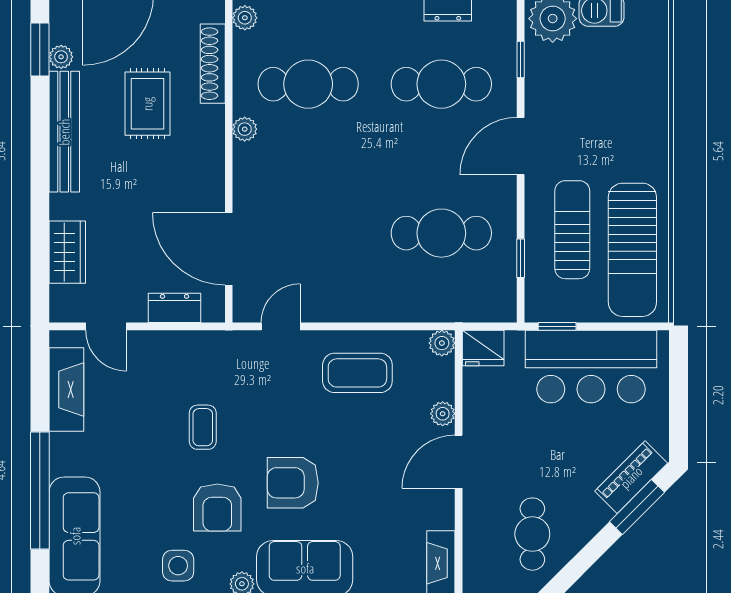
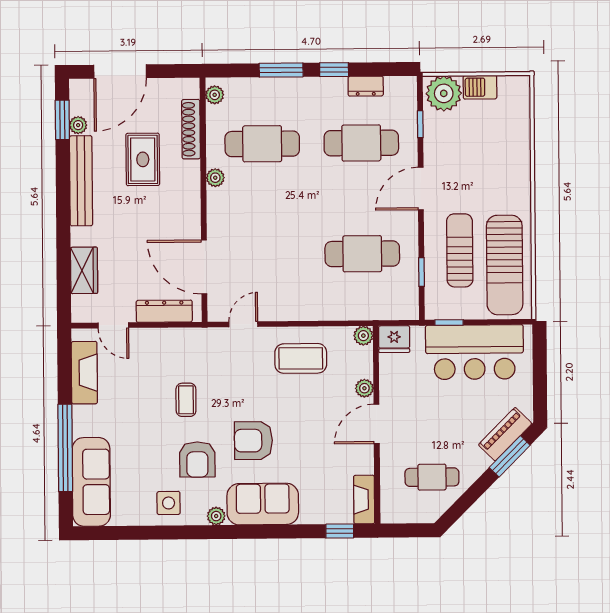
dresser: (175, 308) -> (164, 311), width x1.44
cafe table: (532, 534) -> (432, 477), turned 90

